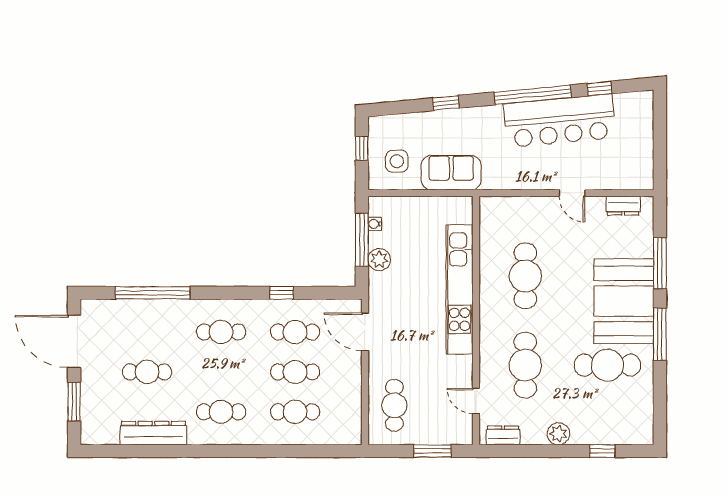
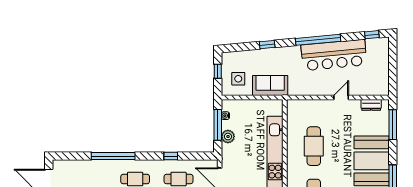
window: (599, 89) -> (372, 35), moved
door: (572, 193) -> (341, 97), swing flipped
window: (660, 263) -> (393, 125), moved
window: (153, 293) -> (113, 156), moved

